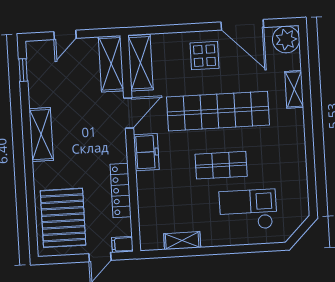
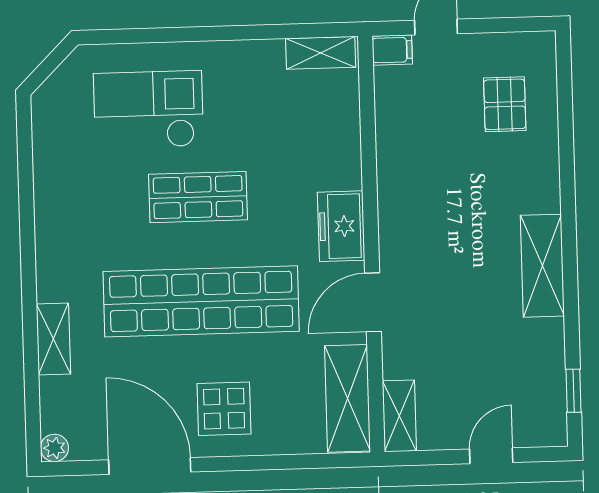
plant: (286, 39) -> (54, 448), width x0.53, depth x0.53
shelving: (111, 64) -> (399, 416), width x0.67, depth x0.75
locker: (121, 191) -> (393, 154), removed
checkout: (248, 210) -> (148, 110), turned 180
pallet: (63, 218) -> (505, 104), width x0.49, depth x0.50
shelving: (182, 241) -> (321, 53), moved

